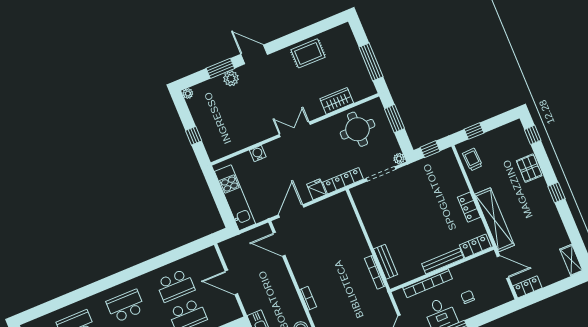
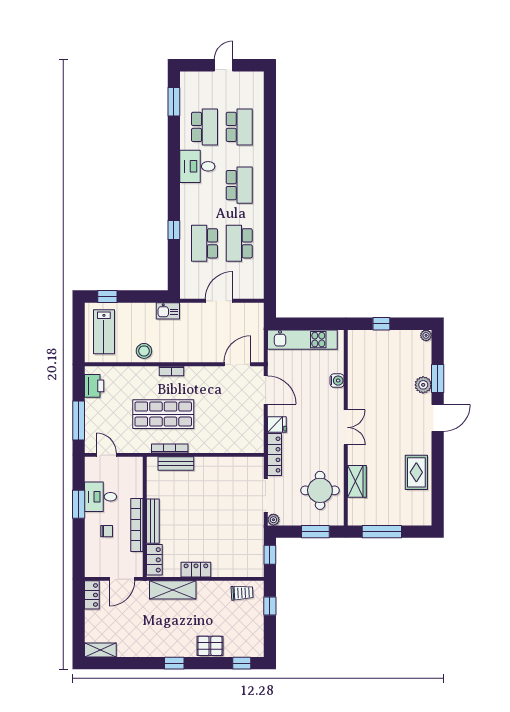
shelving: (494, 220) -> (173, 590), width x0.68
bookcase: (428, 283) -> (137, 525), moved
shop shelf: (348, 290) -> (163, 414), added

